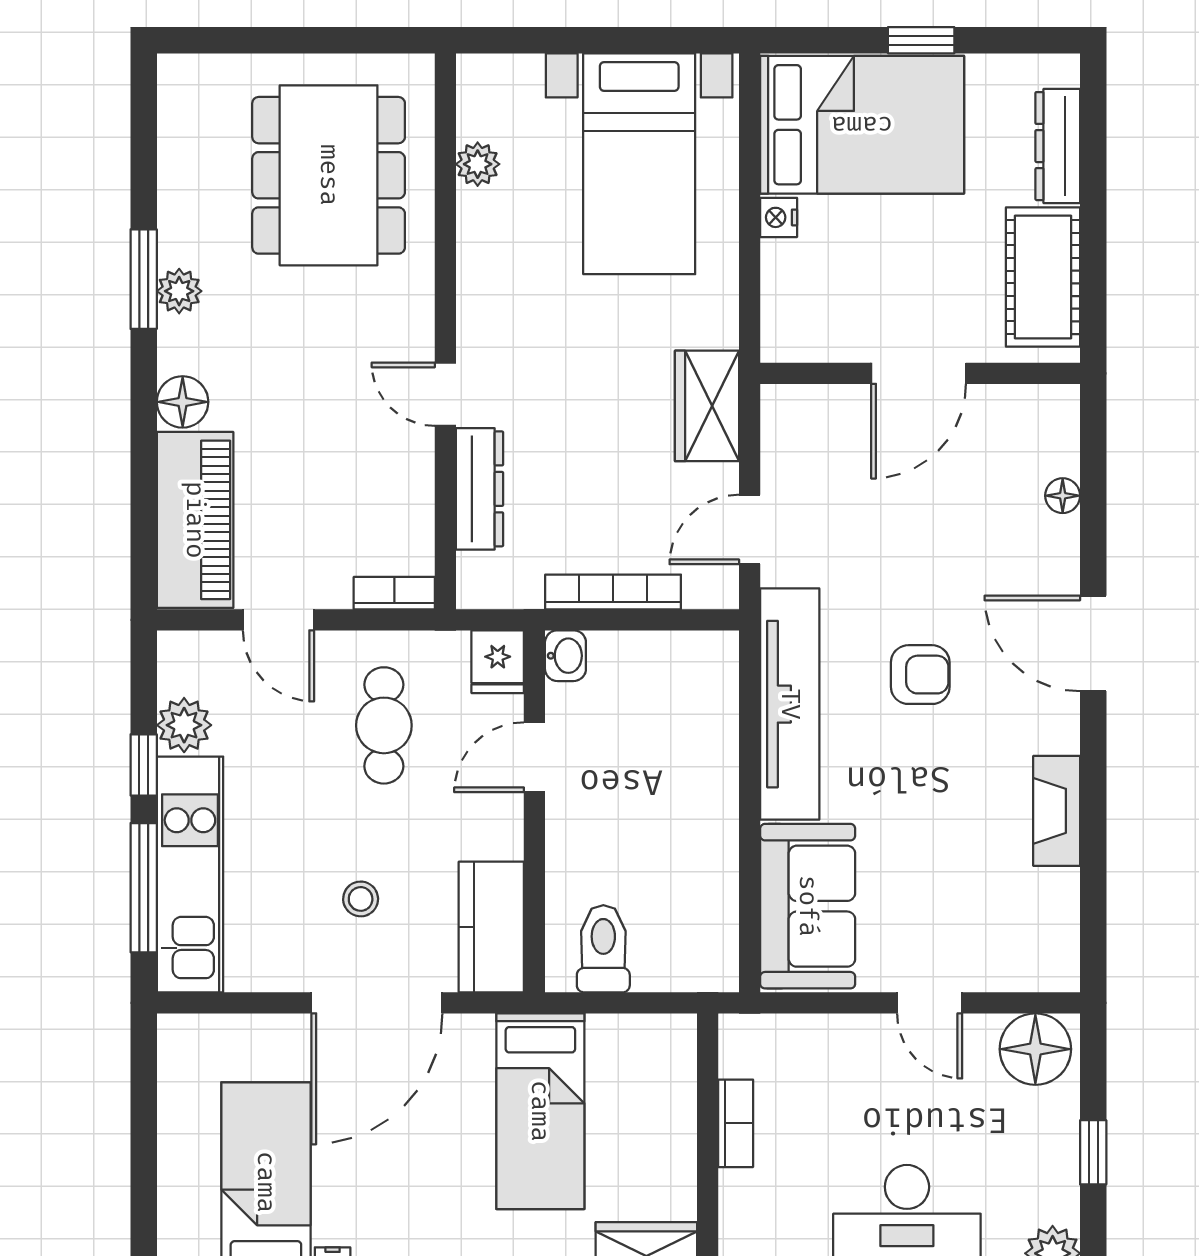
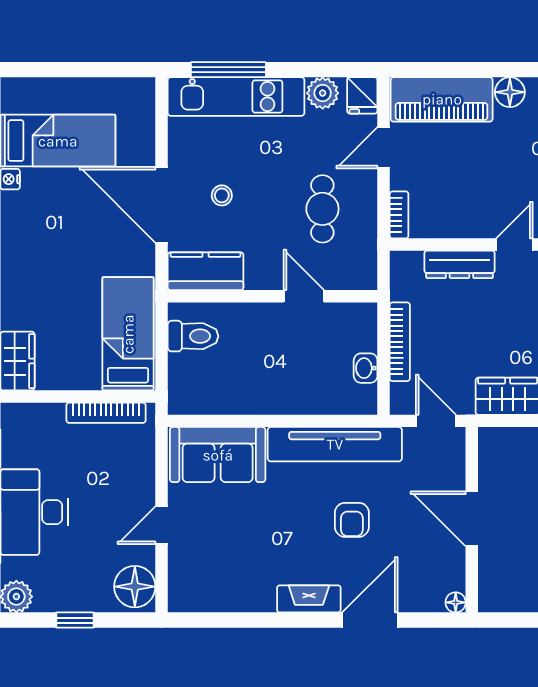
door: (919, 373) -> (472, 519), moved
wall: (920, 373) -> (472, 520), moved
washbasin: (565, 656) -> (366, 368), moved, turned 90
fridge: (498, 662) -> (362, 95), moved, turned -90
cafe table: (384, 725) -> (322, 209), turned 90
window: (144, 765) -> (300, 70), removed
fireplace: (1057, 811) -> (309, 599), moved
bed: (540, 1111) -> (128, 334), moved, turned 90
bookcase: (736, 1123) -> (106, 413), width x1.56

